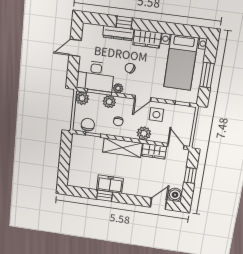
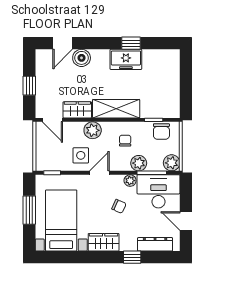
dresser: (118, 33) -> (155, 244), moved
door: (75, 48) -> (186, 221), swing flipped
boiler: (175, 195) -> (82, 58), moved

